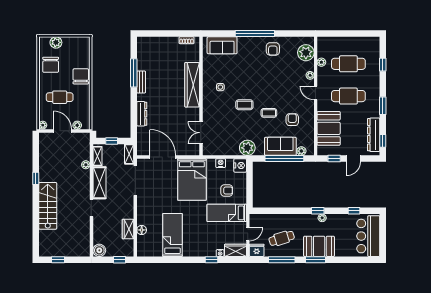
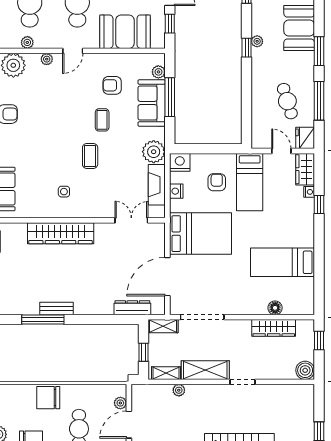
dresser: (142, 114) -> (132, 308), moved
double door: (201, 133) -> (131, 220), swing flipped
fireplace: (225, 150) -> (157, 185), added
window: (284, 159) -> (170, 97), width x0.68
wardrobe: (128, 229) -> (274, 328), width x1.50
booth: (319, 246) -> (299, 28), moved

